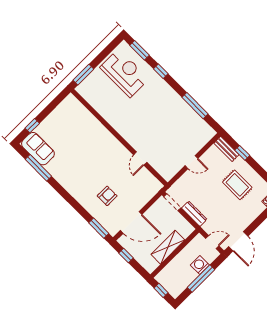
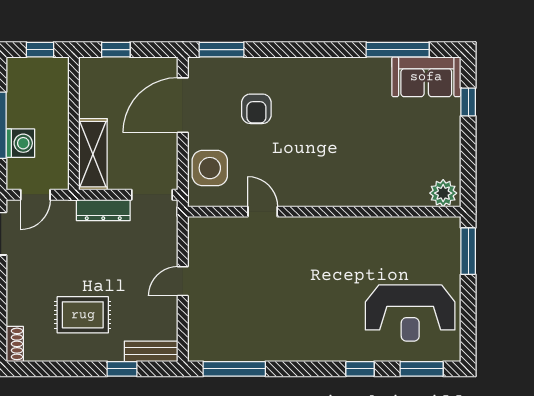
plant: (72, 103) -> (443, 193), added
window: (195, 106) -> (234, 369), moved
side table: (143, 192) -> (210, 168), added
shelving: (168, 247) -> (93, 154), moved
window: (126, 255) -> (116, 50), moved

